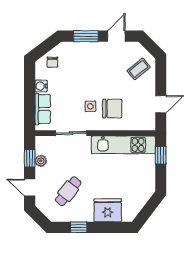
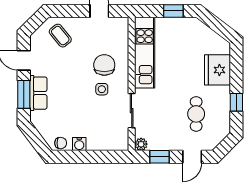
chair: (52, 62) -> (61, 143), moved
row of seats: (43, 109) -> (38, 93), moved, turned 90
window: (161, 155) -> (173, 11), moved
plant: (41, 161) -> (141, 144), moved
cafe table: (68, 191) -> (196, 114), turned 52

